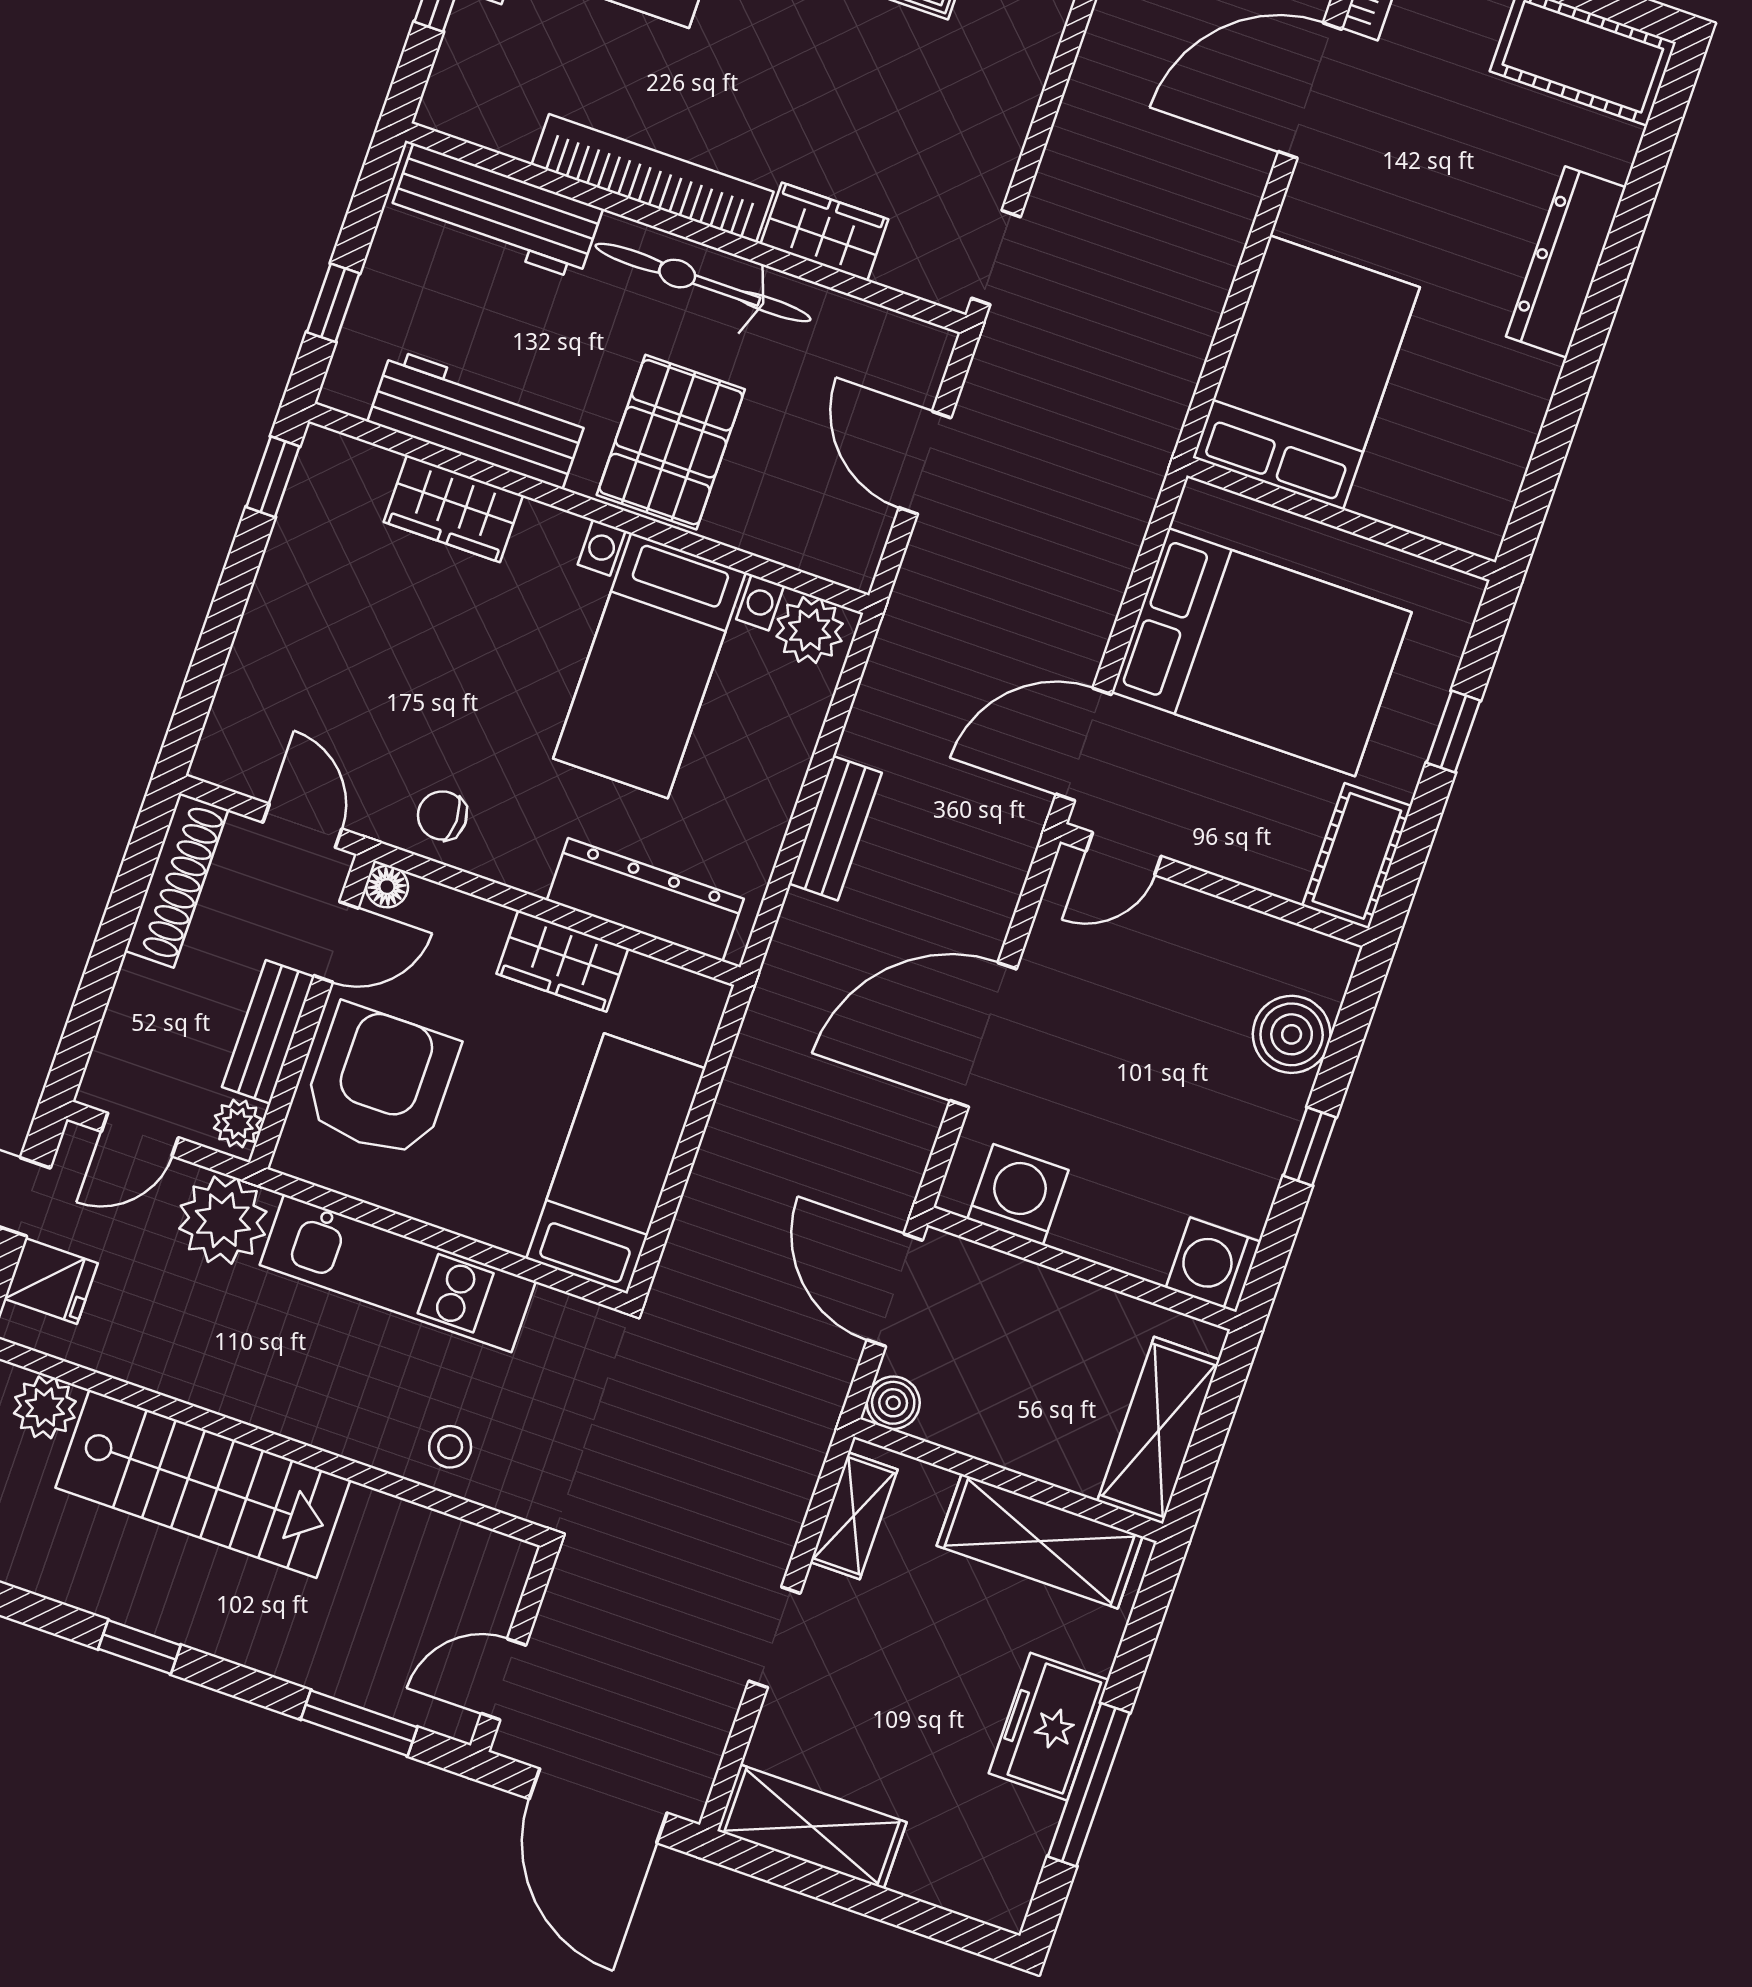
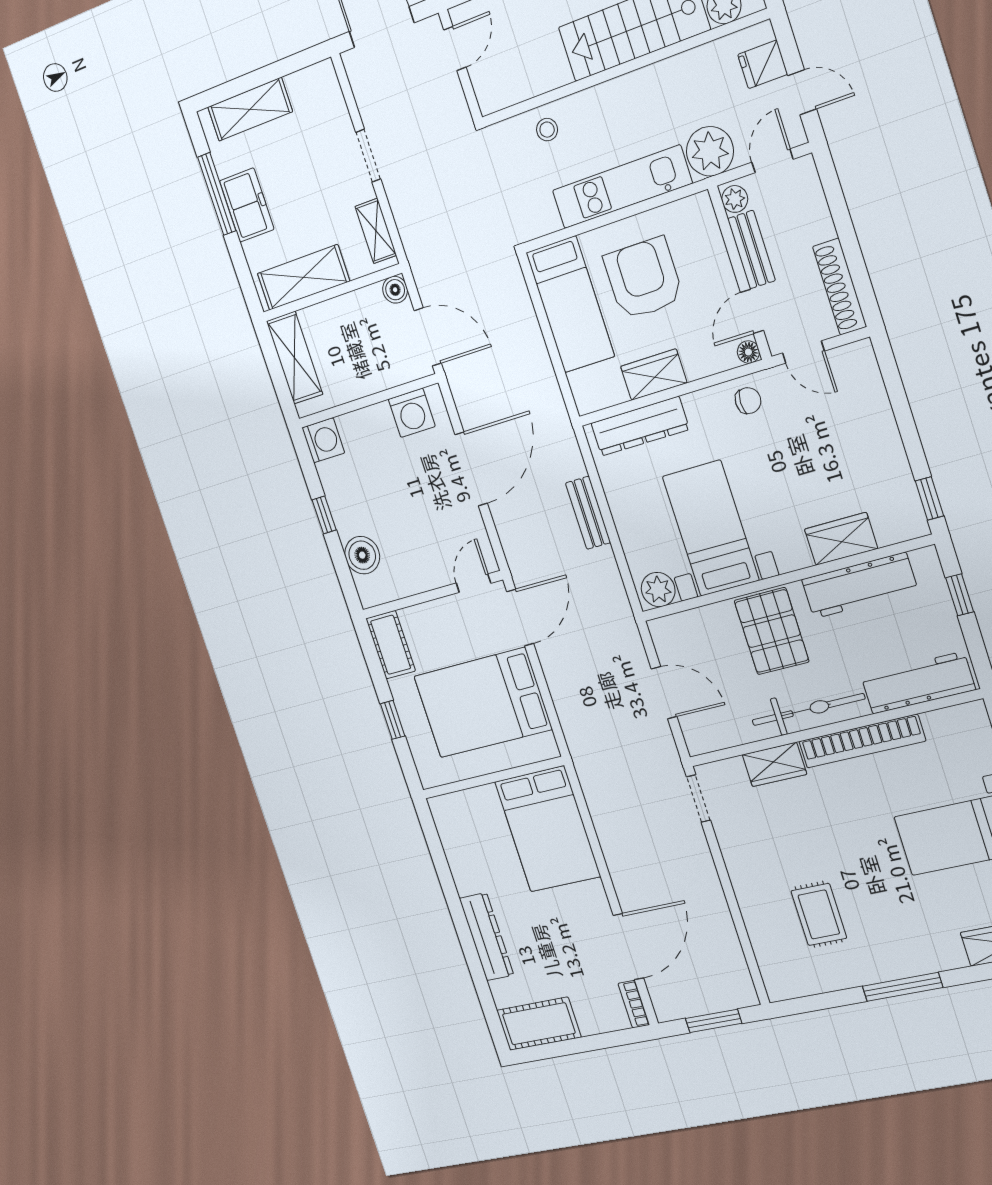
armchair: (381, 1081) -> (643, 279), moved, turned 180
shelving: (812, 1827) -> (250, 109), moved

